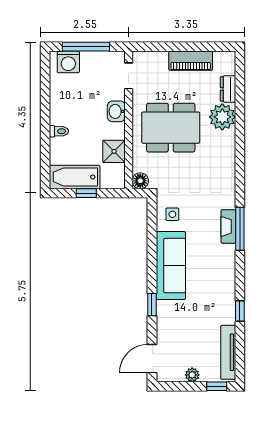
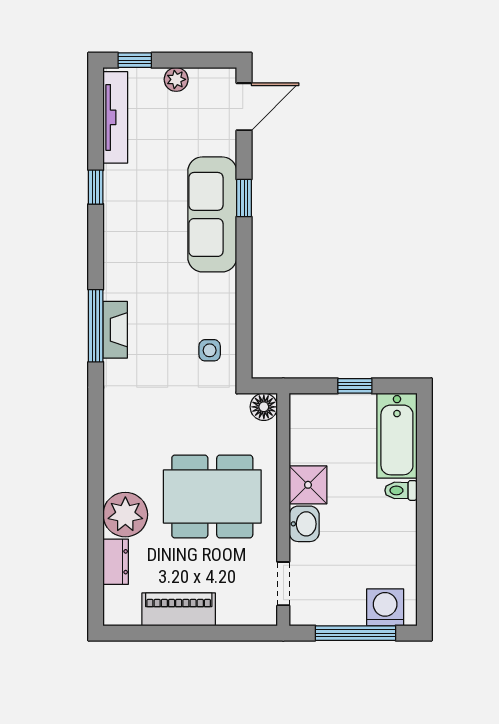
shower: (114, 151) -> (308, 485), moved
bathtub: (75, 177) -> (397, 436), moved, turned 90
sofa: (171, 266) -> (212, 214), moved

